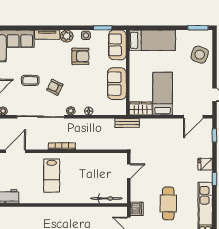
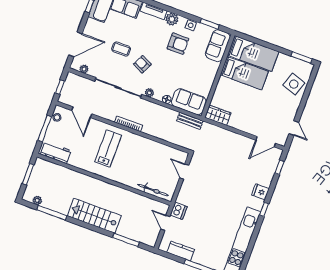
sofa: (117, 84) -> (189, 102), moved, turned 90
bed: (163, 94) -> (244, 73), moved, turned 90
bench: (127, 123) -> (190, 121), moved
door: (15, 151) -> (82, 112), swing flipped
door: (129, 171) -> (184, 172), swing flipped
lab bench: (52, 176) -> (108, 149), turned 180
cafe table: (168, 203) -> (211, 217), removed

